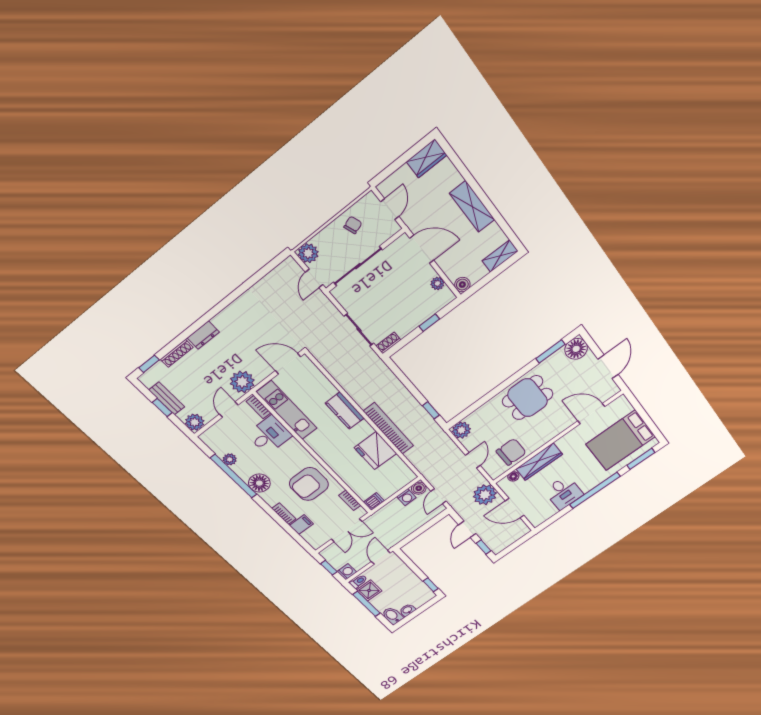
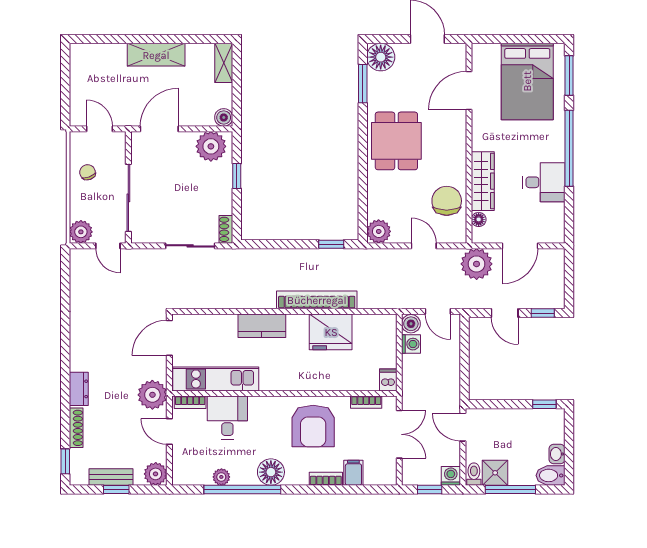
wardrobe: (427, 158) -> (81, 63), removed
plant: (437, 283) -> (211, 146), width x1.88, depth x1.88

